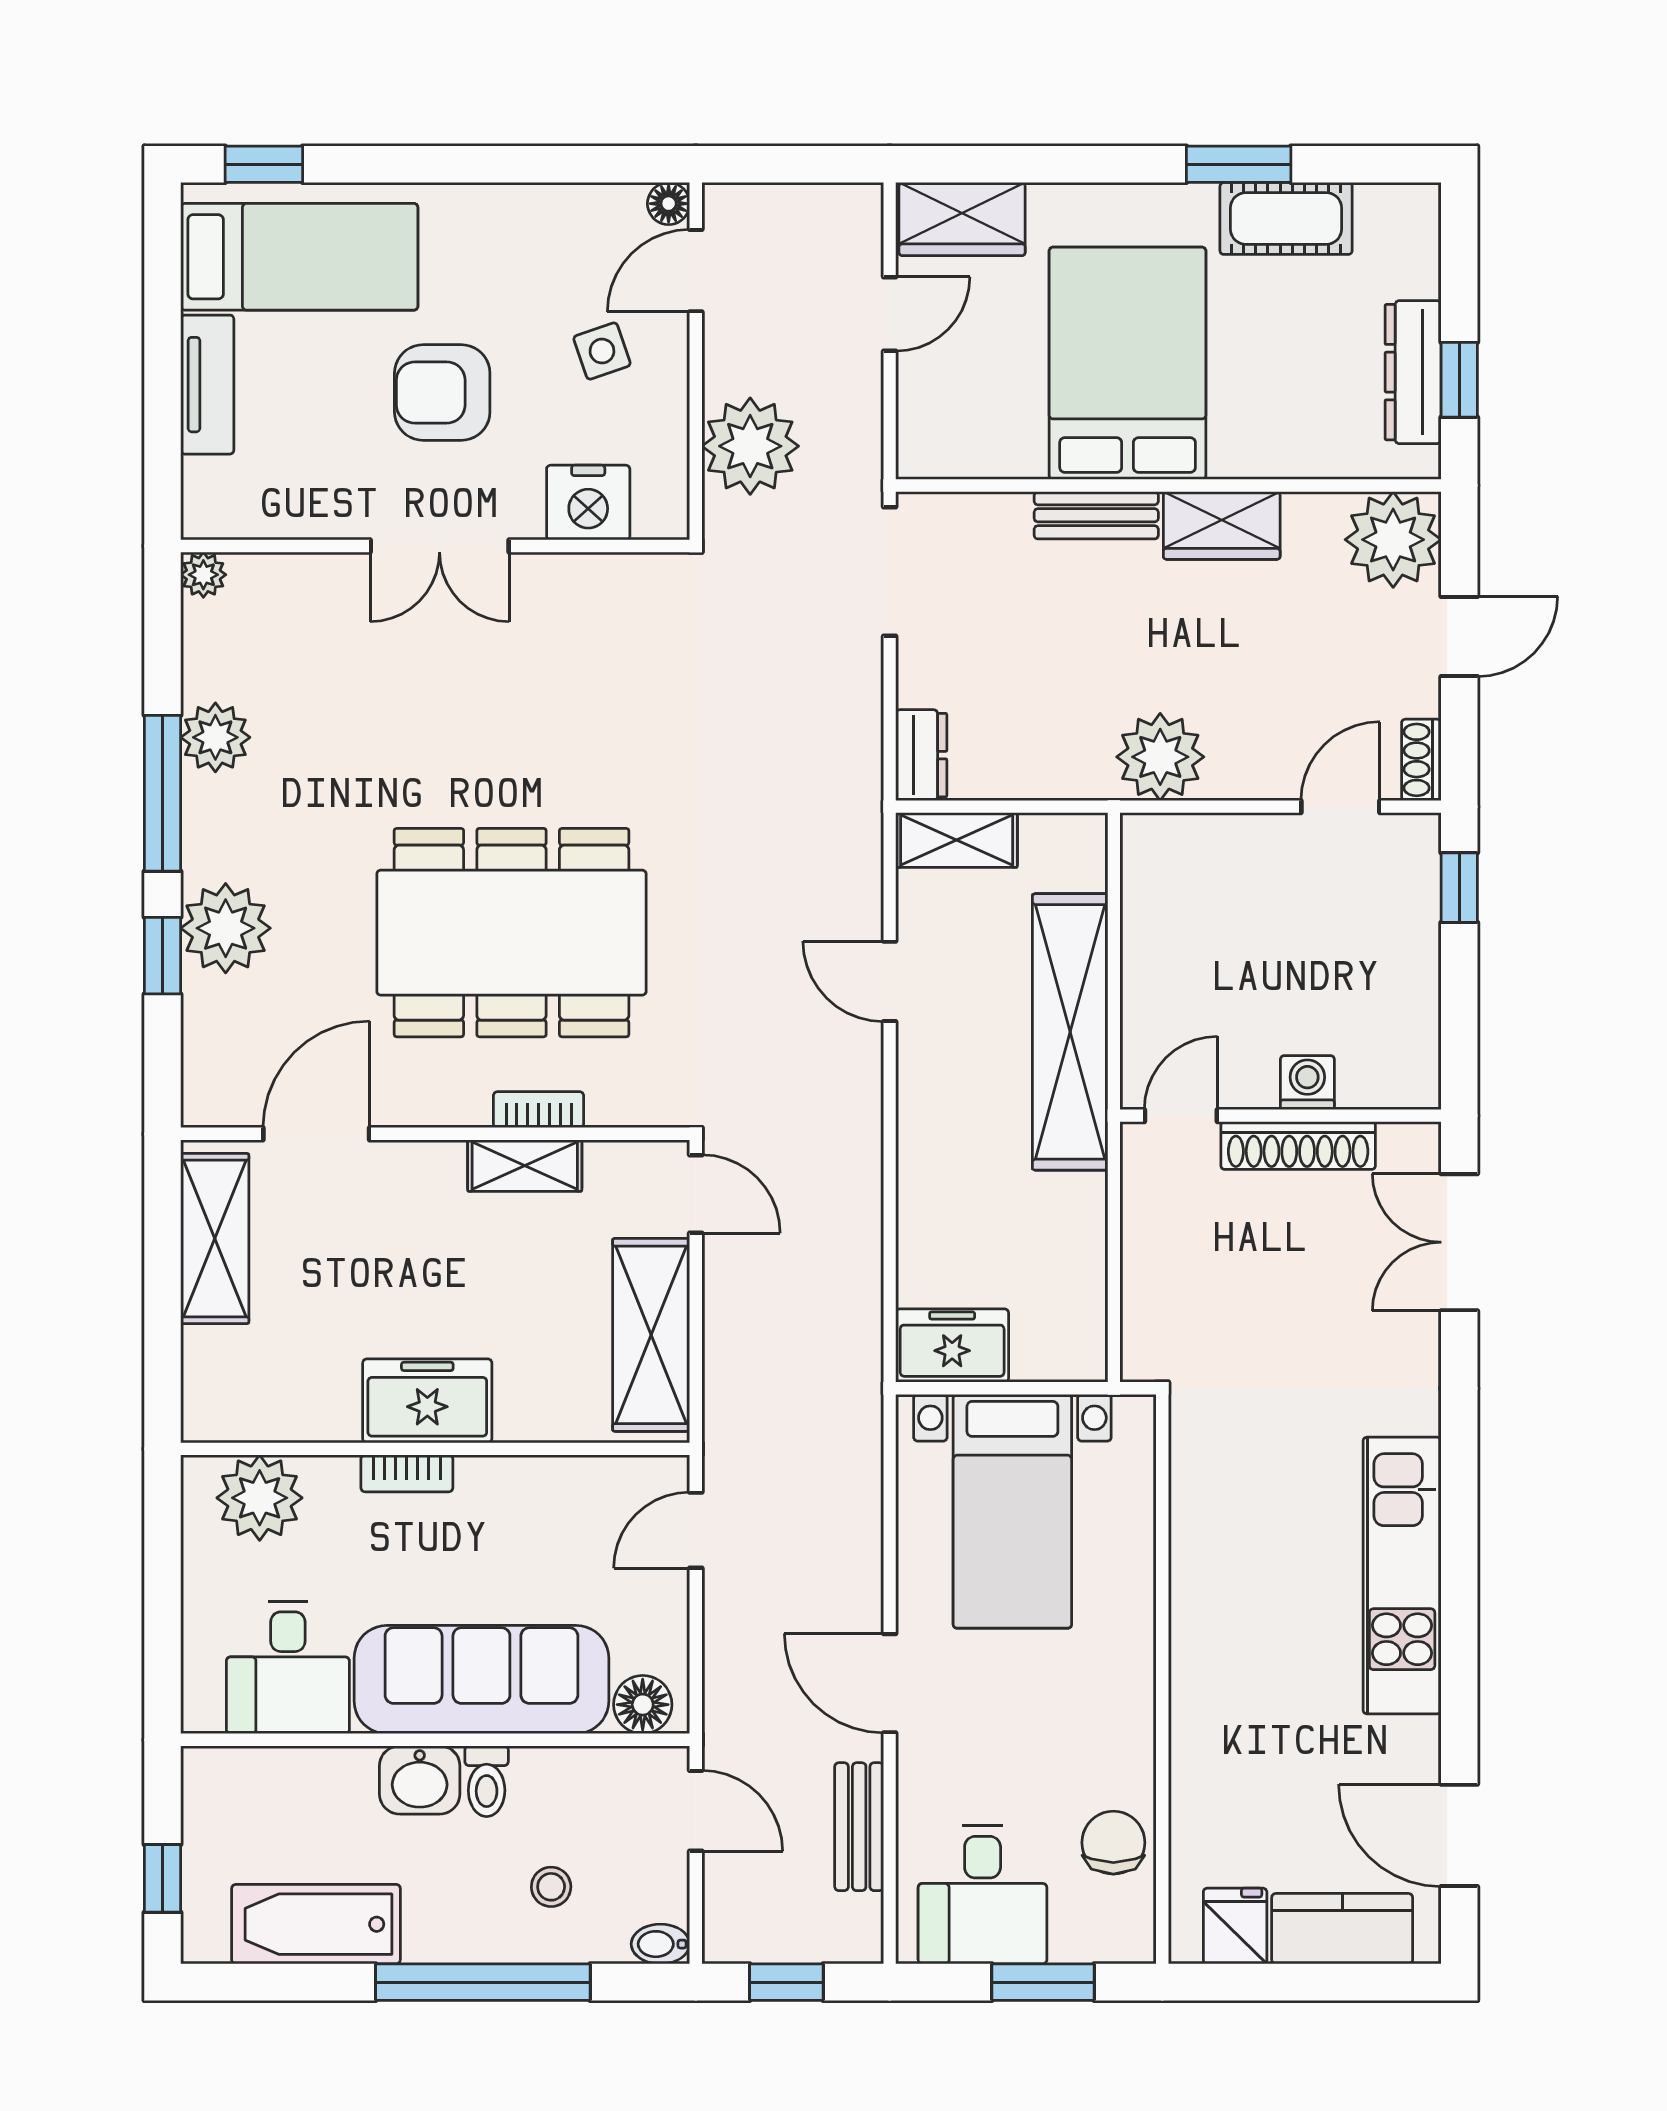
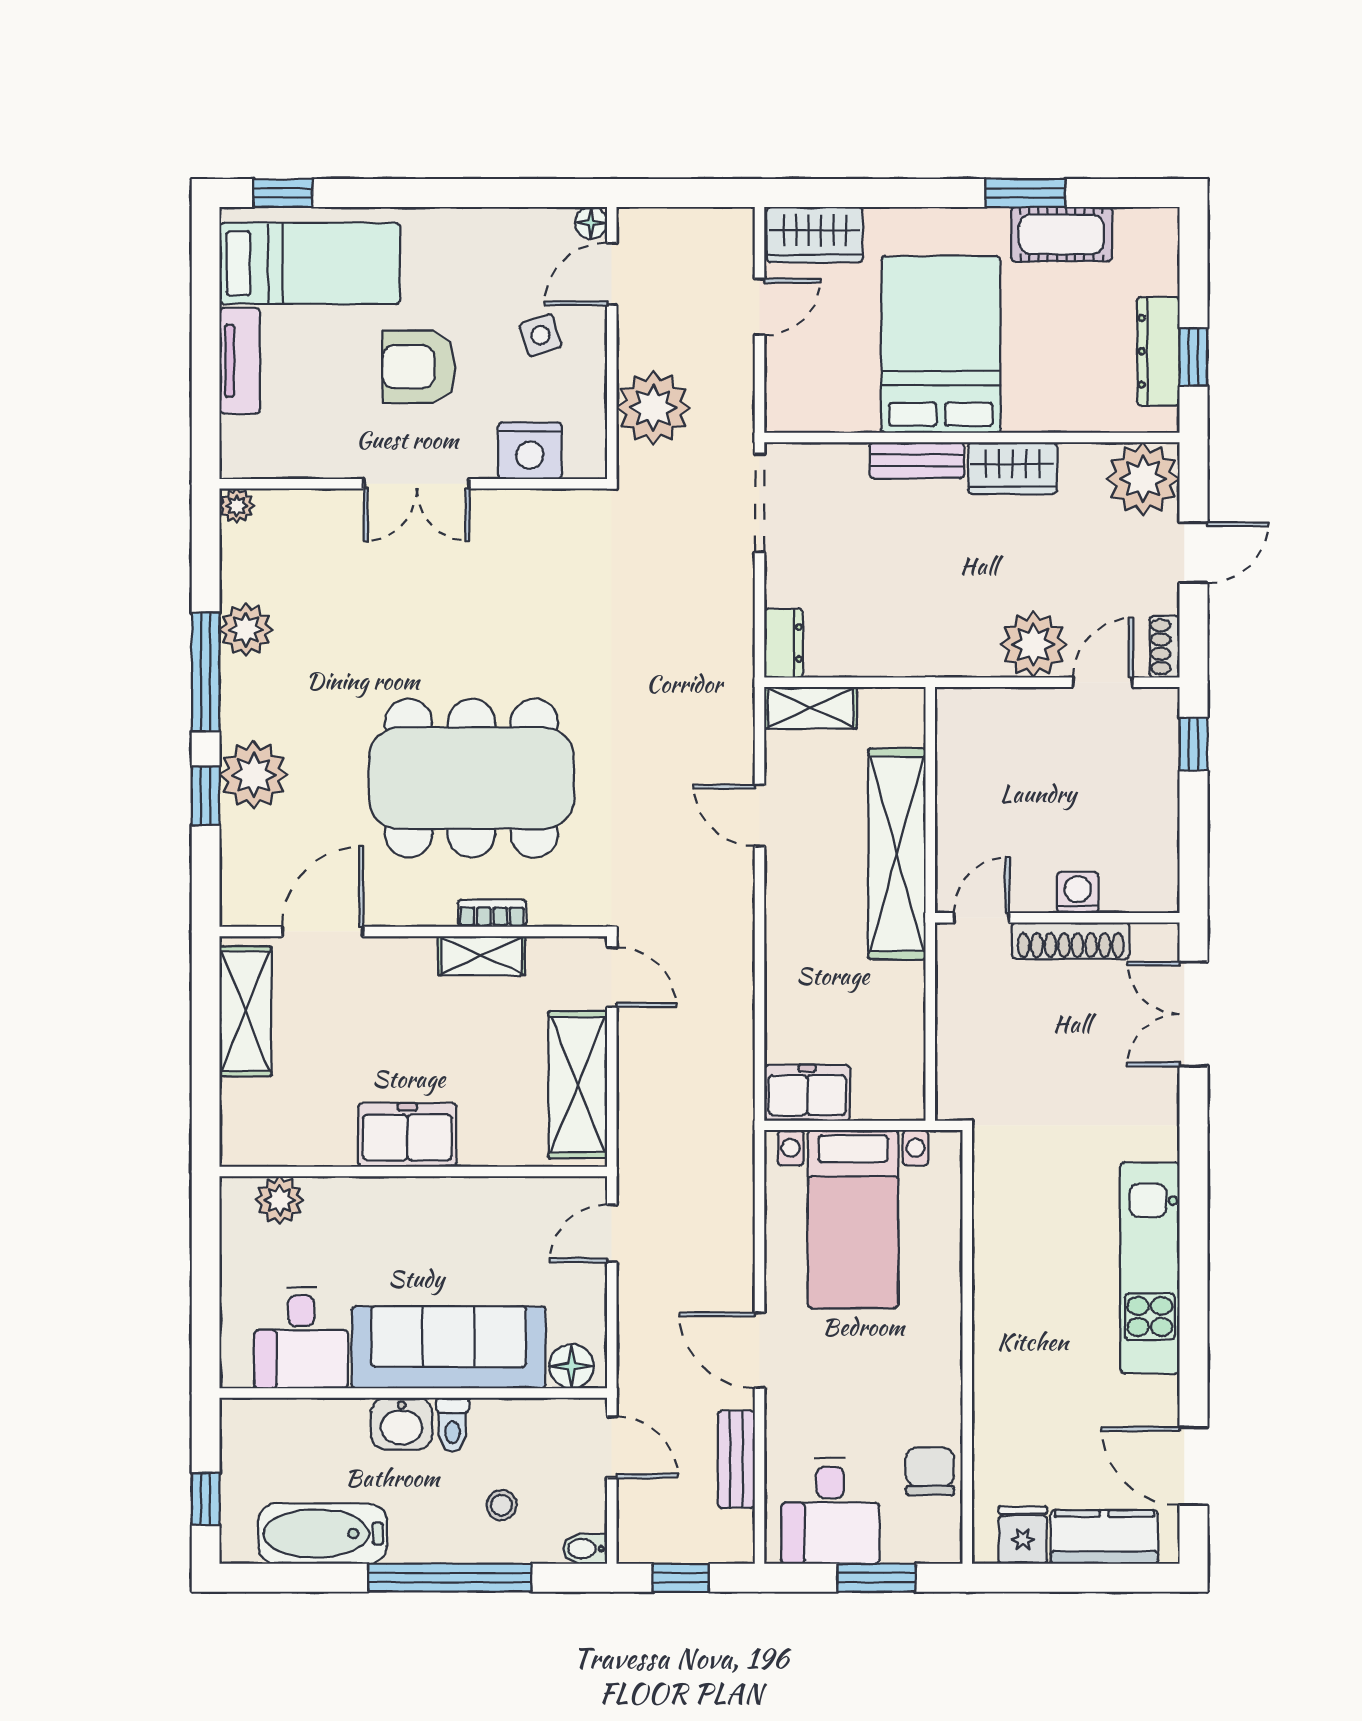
plant: (1160, 757) -> (1033, 644), moved
bookcase: (407, 1473) -> (392, 1190), removed
plant: (260, 1498) -> (280, 1200), width x0.73, depth x0.73

